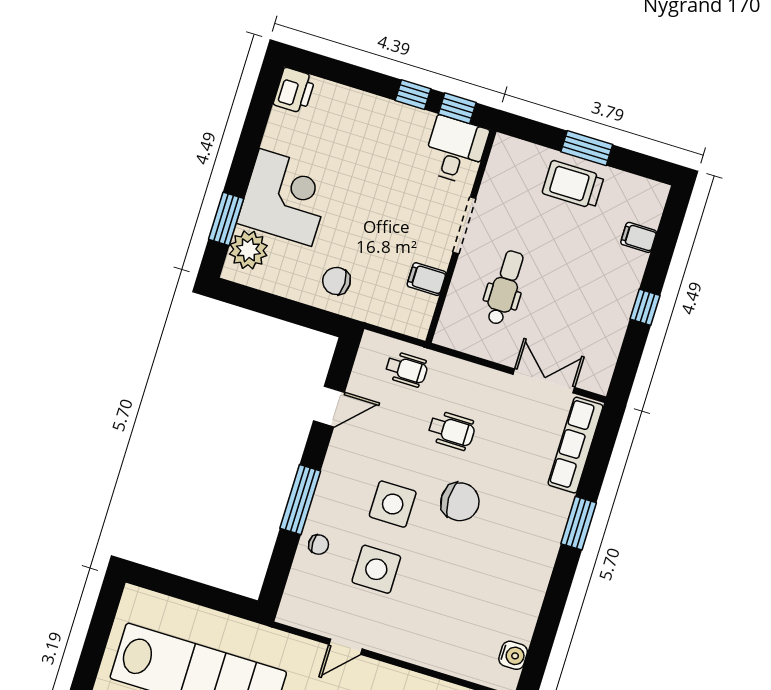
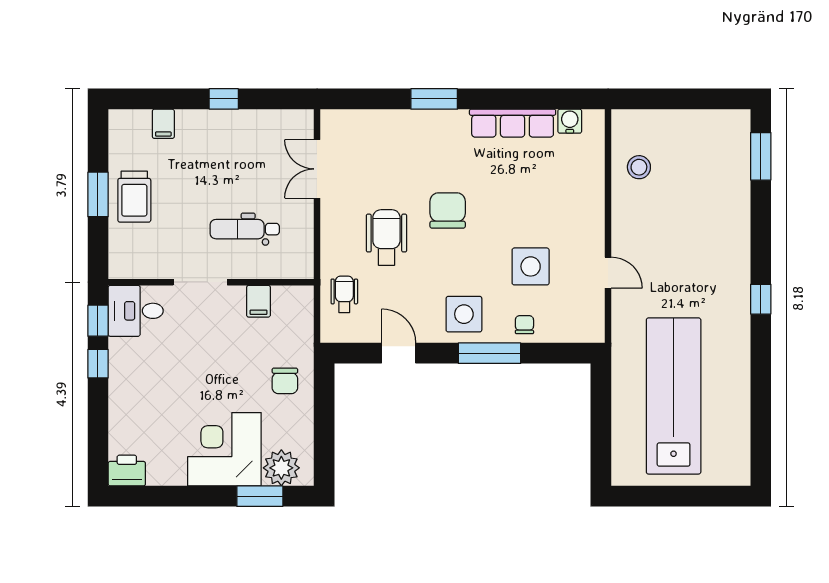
wheelchair: (452, 431) -> (386, 238), width x1.36, depth x1.37
row of seats: (576, 445) -> (513, 123), moved
side table: (393, 504) -> (464, 314), moved

